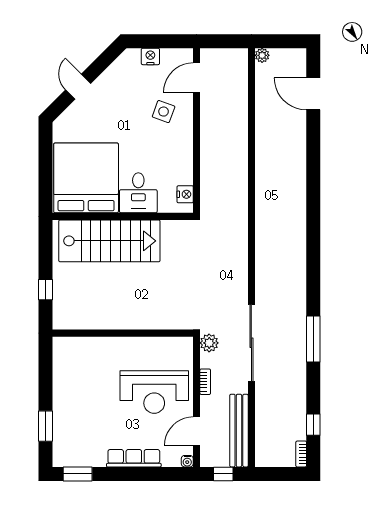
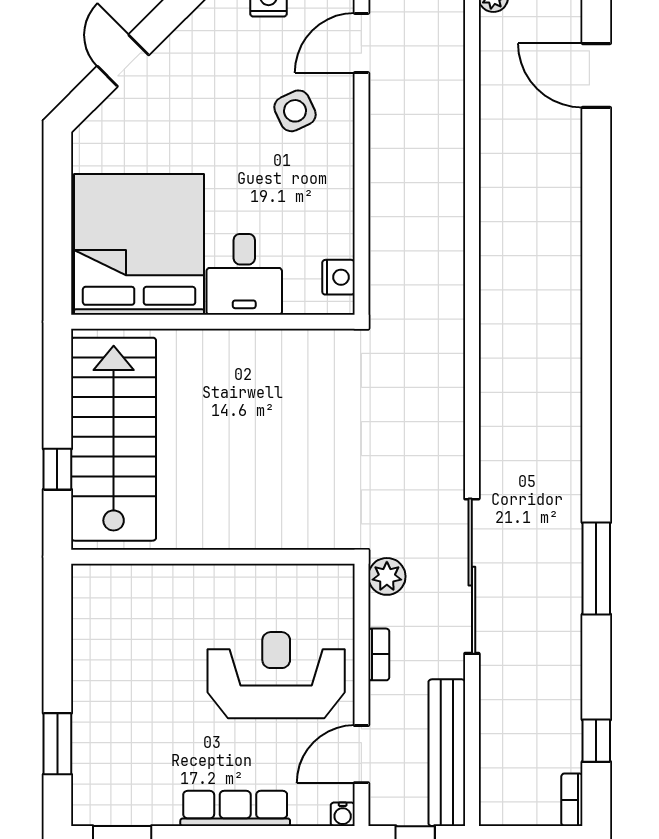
side table: (164, 112) -> (295, 111), turned 45
stairs: (109, 241) -> (114, 439), moved, turned -90
reception desk: (154, 392) -> (276, 675), turned 180

